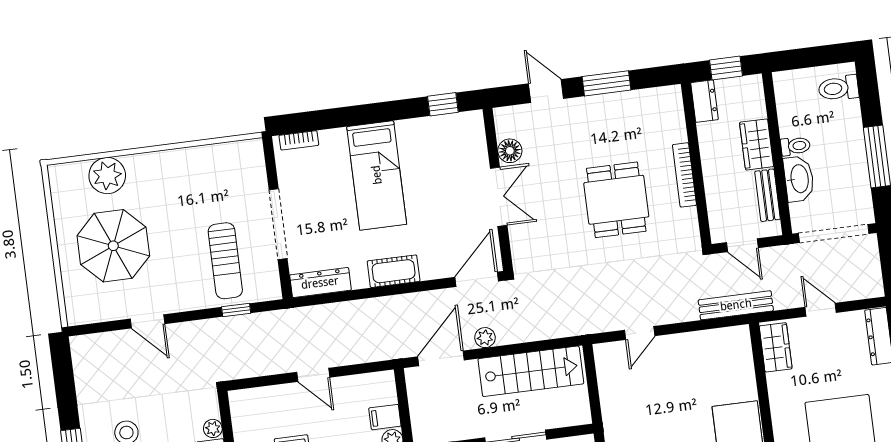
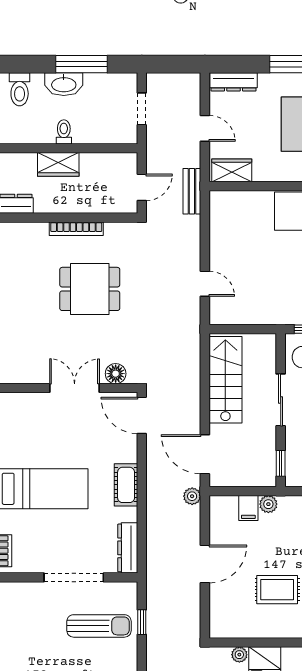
floor lamp: (510, 151) -> (116, 374), moved
washbasin: (799, 179) -> (64, 84), moved, turned 180
bench: (768, 195) -> (102, 161), removed
doorway: (834, 233) -> (142, 109), width x0.53
bench: (736, 305) -> (192, 191), width x0.73
door: (821, 310) -> (205, 128), swing flipped
plant: (485, 338) -> (192, 496), moved
door: (313, 375) -> (205, 564), width x1.38

